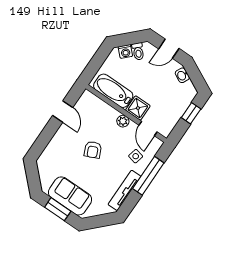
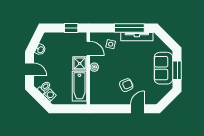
door: (63, 111) -> (137, 109), moved
window: (191, 113) -> (71, 28), moved
door: (148, 129) -> (88, 48), hinge flipped
armchair: (93, 150) -> (126, 85), moved
window: (148, 176) -> (129, 28), moved

